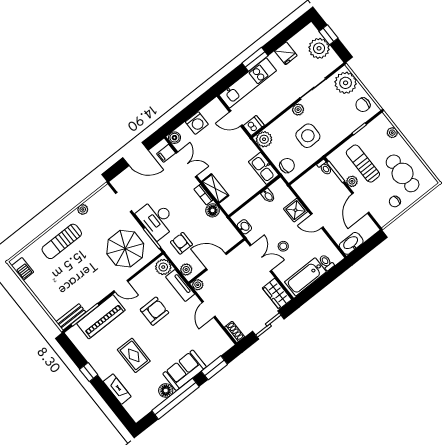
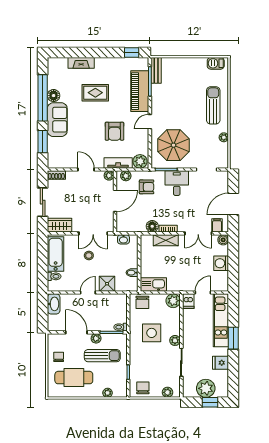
plant: (346, 83) -> (167, 392), width x0.53, depth x0.53
desk: (157, 219) -> (177, 183), width x0.73
window: (89, 372) -> (132, 52), moved

